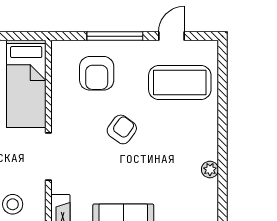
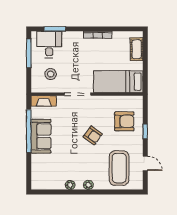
window: (115, 36) -> (145, 131), width x0.46
armchair: (97, 73) -> (124, 121), turned 180
plant: (210, 137) -> (88, 185), added

